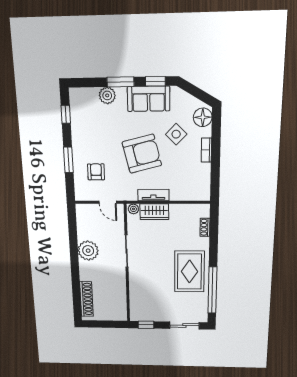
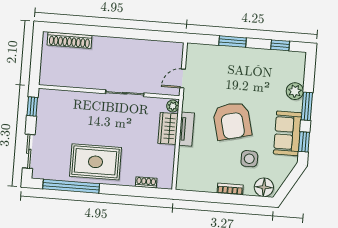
side table: (176, 134) -> (249, 159), turned 45
armchair: (96, 172) -> (217, 70), removed
plant: (88, 251) -> (129, 50), removed

